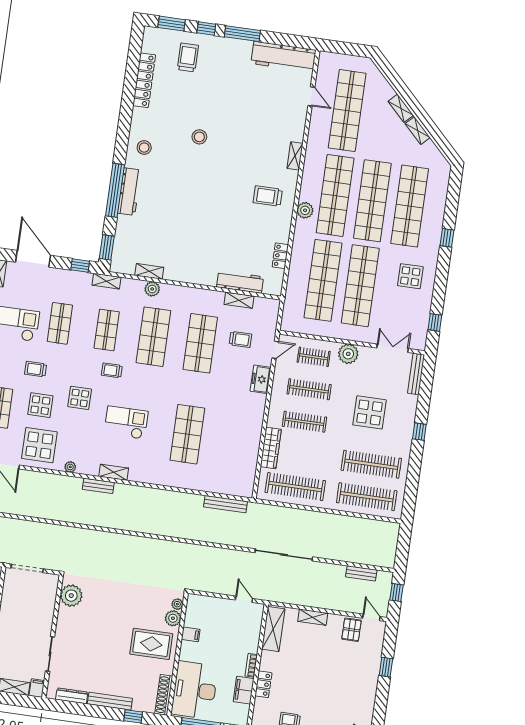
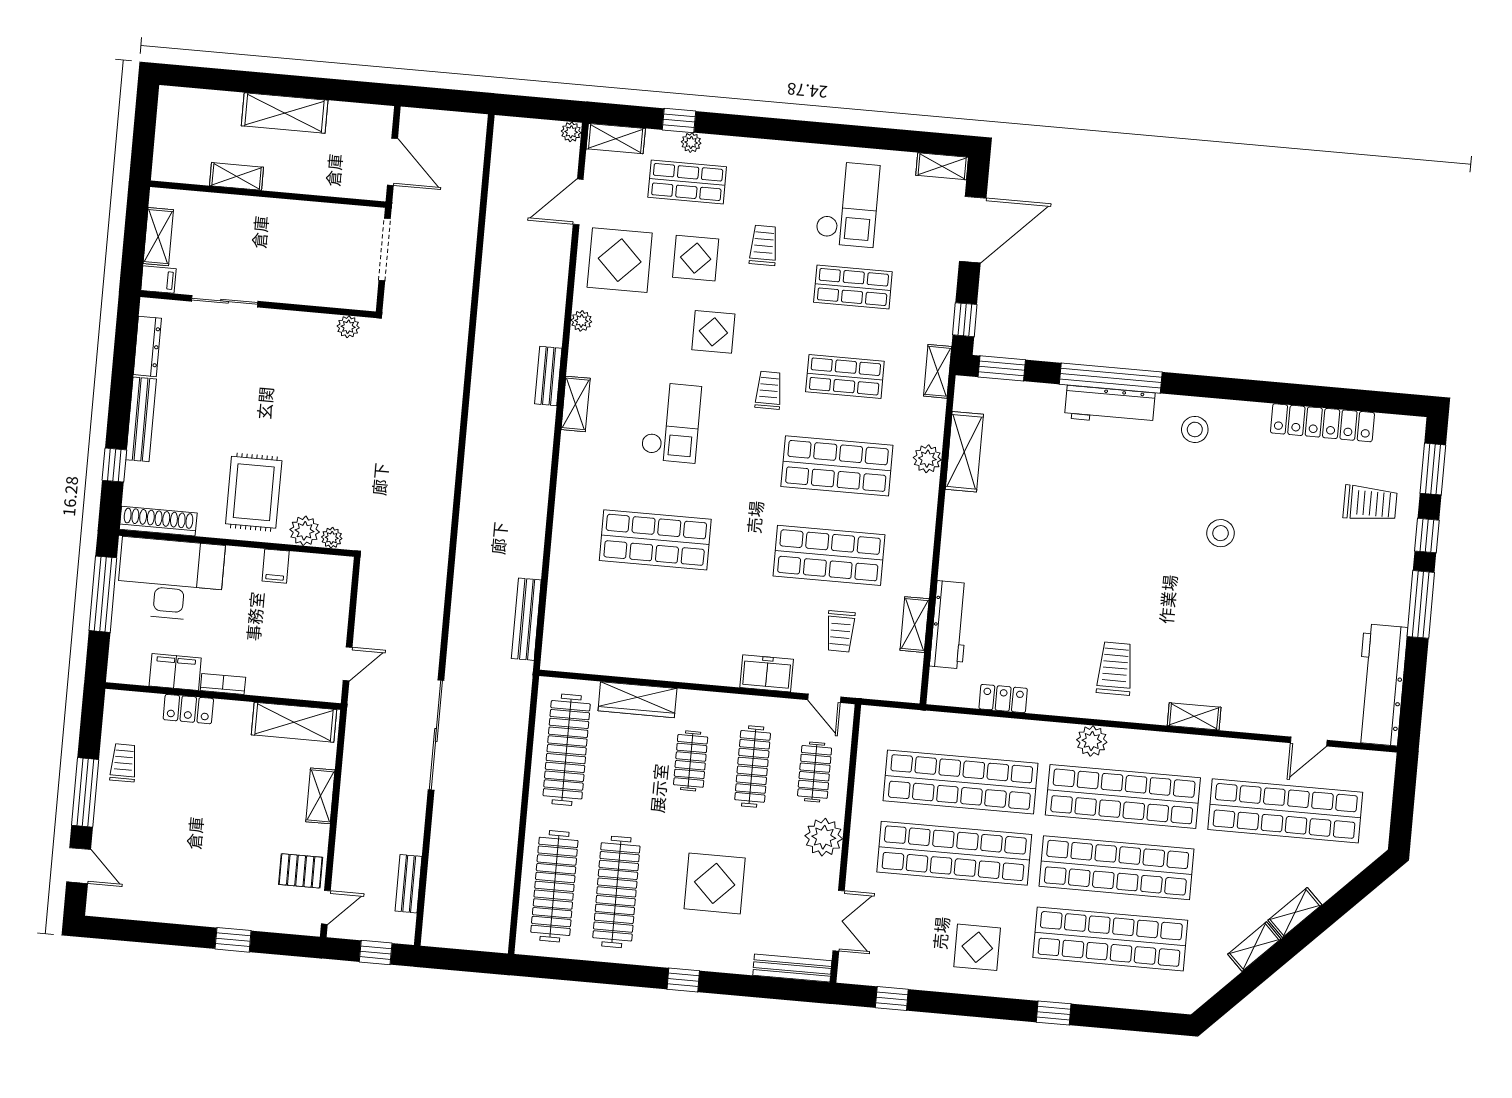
shelving: (149, 271) -> (964, 452), width x1.50, depth x1.33
clothes rail: (304, 422) -> (691, 761), width x0.73
plant: (71, 596) -> (348, 327), width x0.53, depth x0.53

